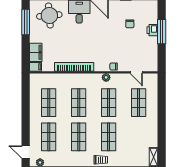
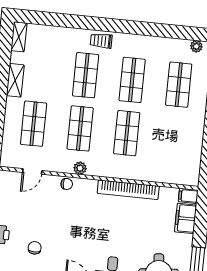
door: (136, 72) -> (32, 171), swing flipped
shop shelf: (49, 103) -> (173, 138), removed
shelving: (153, 129) -> (15, 80), added

